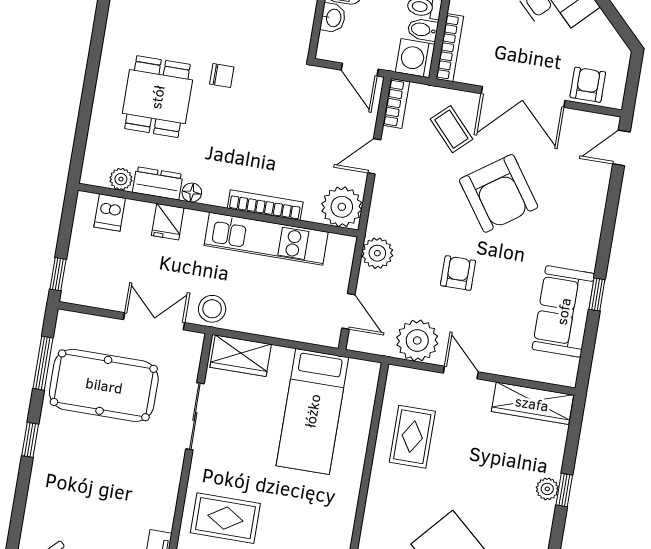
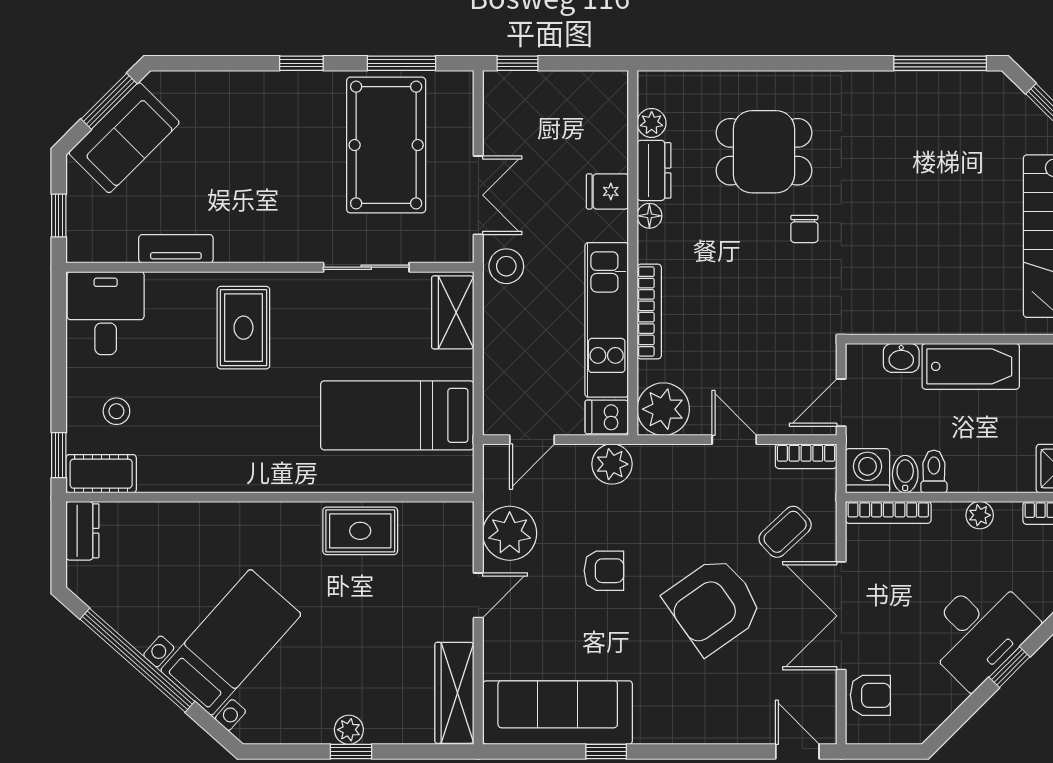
dishwasher: (110, 213) -> (607, 417), moved
sofa: (563, 311) -> (558, 713), width x1.36
rug: (412, 437) -> (360, 531), moved

